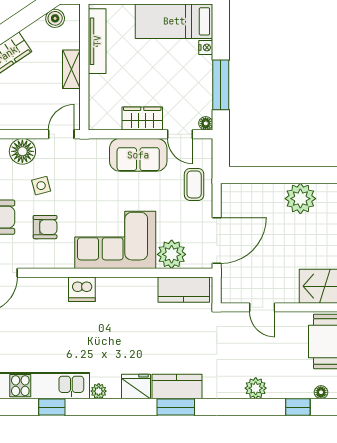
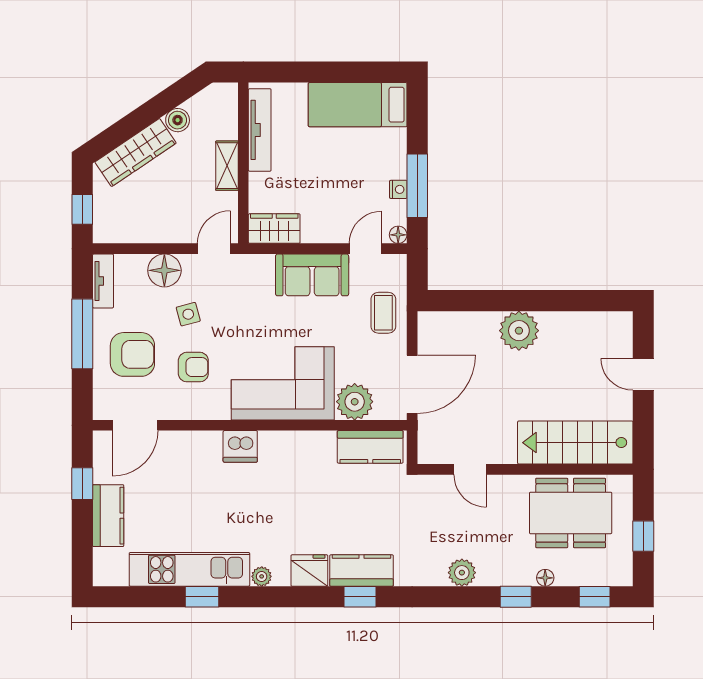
boiler: (55, 18) -> (178, 120), moved
nightstand: (206, 48) -> (398, 189), moved
wardrobe: (142, 118) -> (274, 229), moved
door: (180, 134) -> (365, 249), swing flipped
window: (176, 407) -> (360, 597), width x0.67

